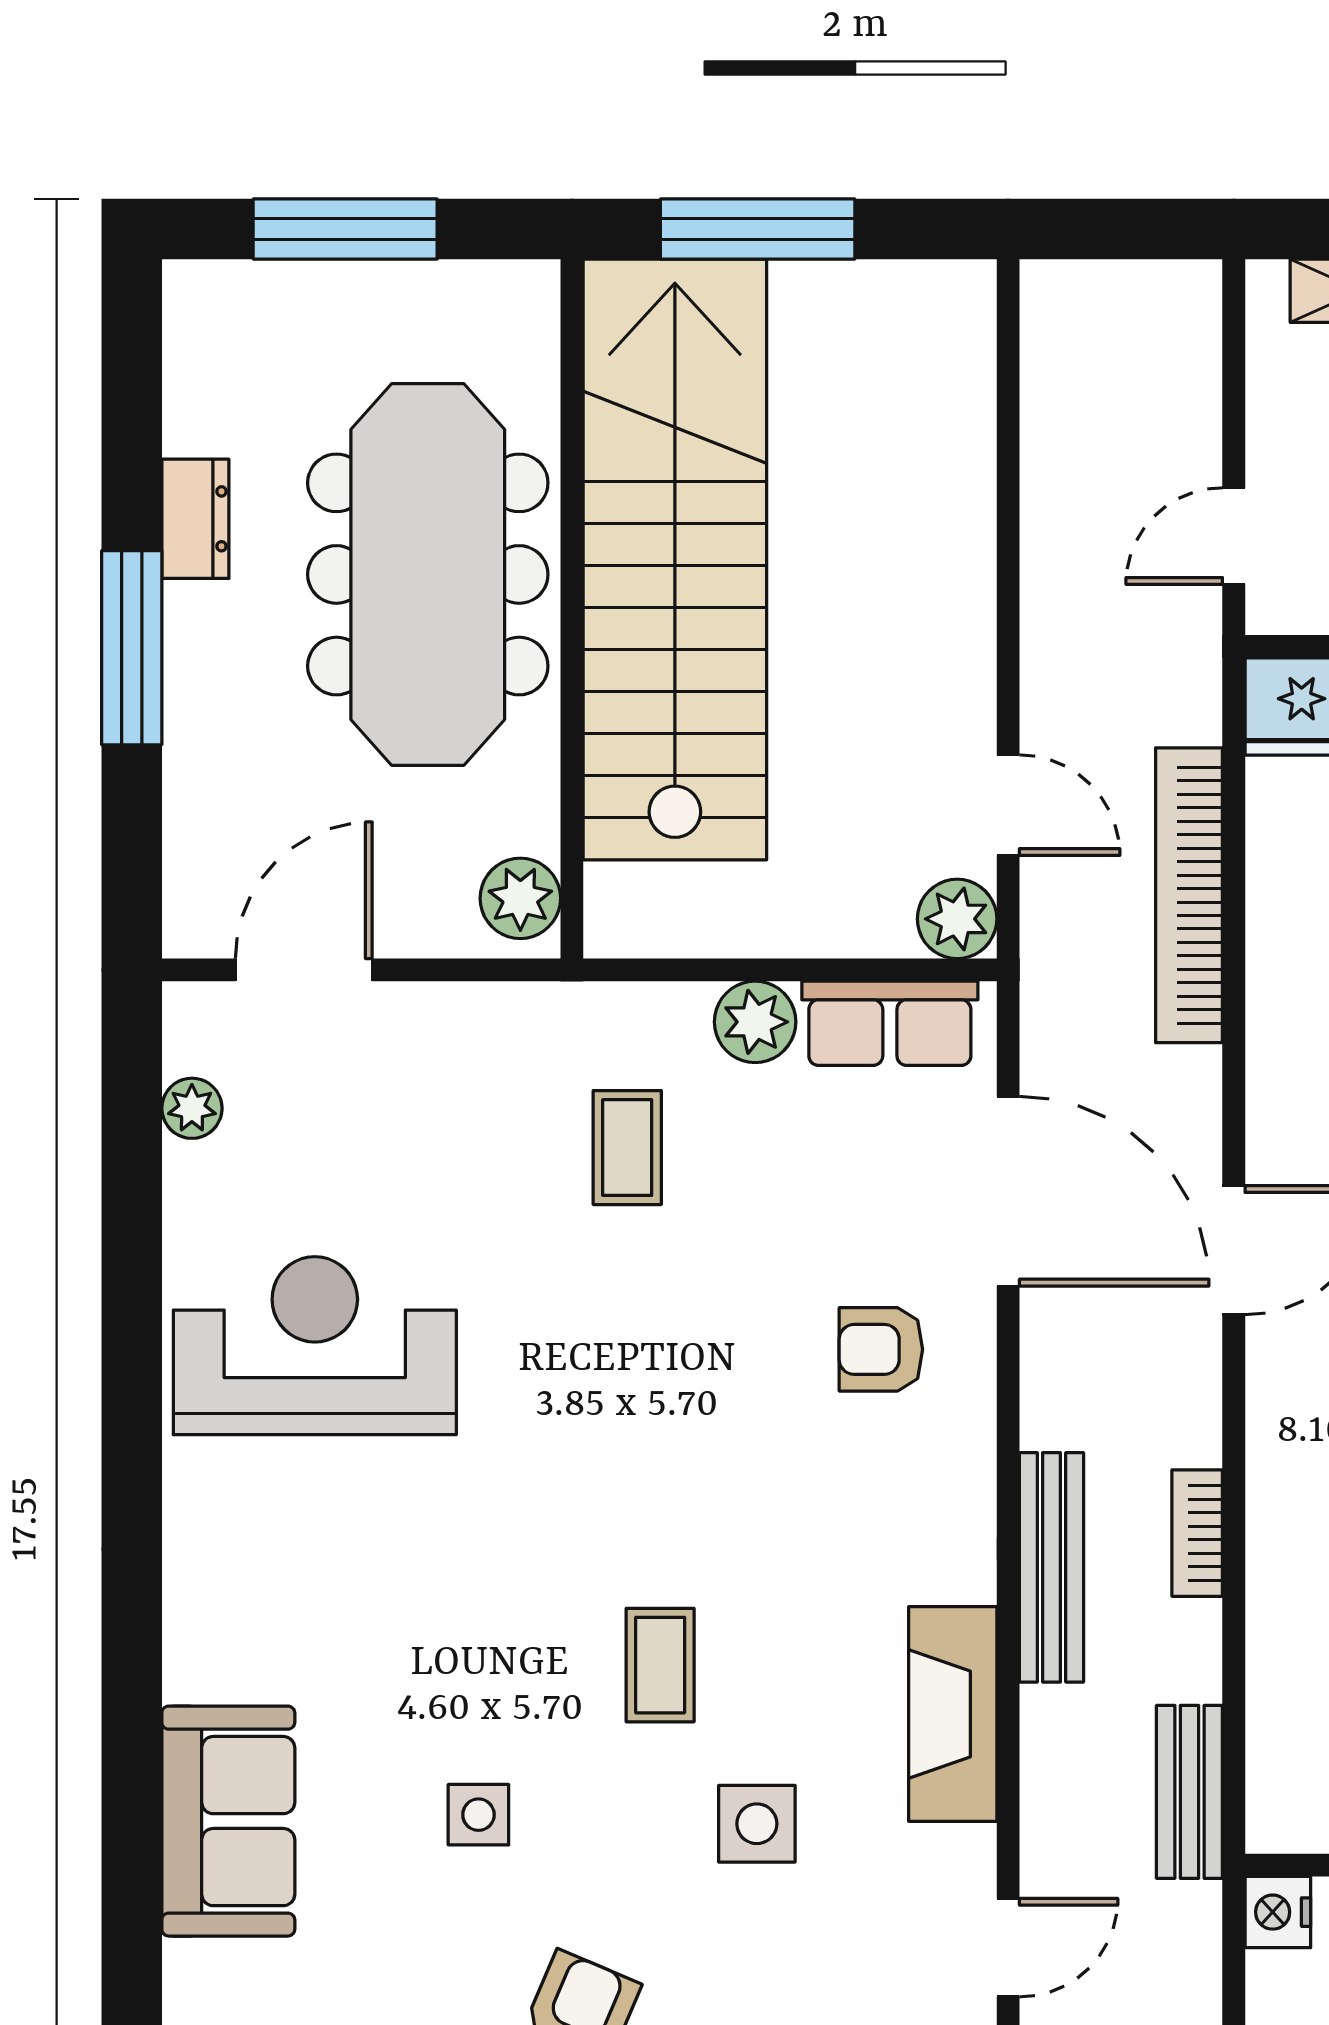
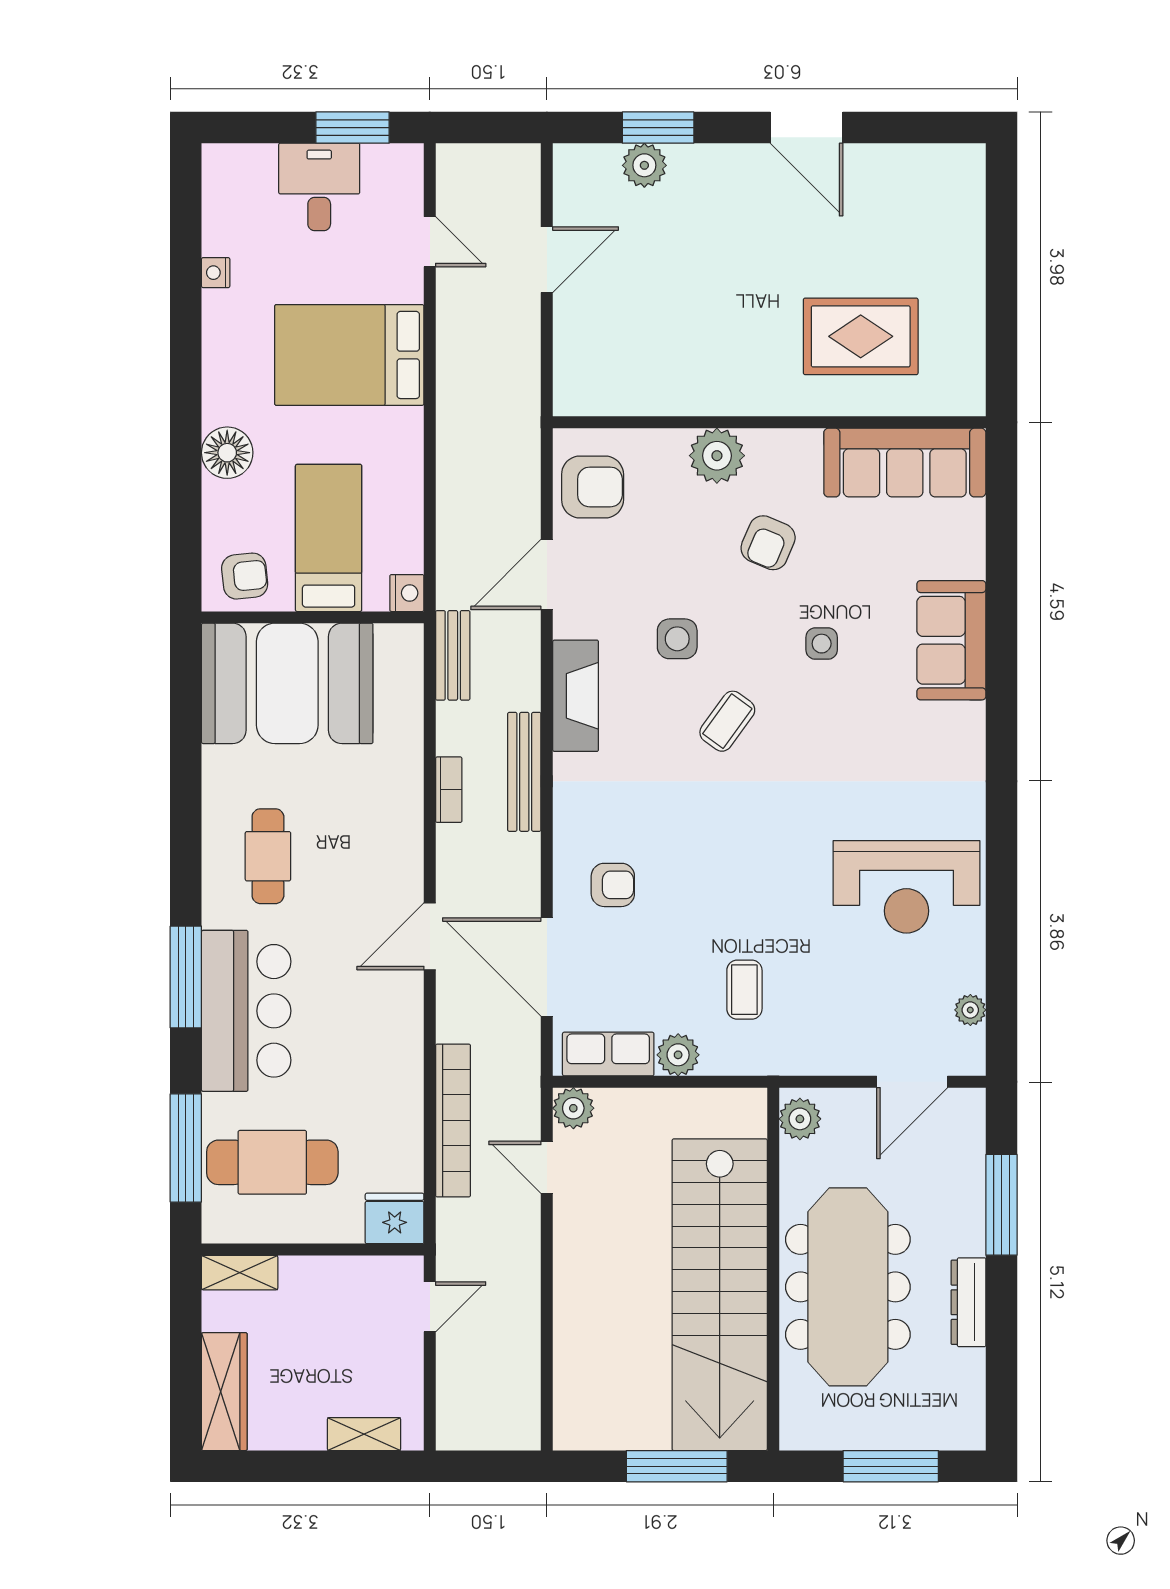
dresser: (195, 519) -> (968, 1302), width x1.44
window: (132, 648) -> (1001, 1205), moved
coffee table: (660, 1665) -> (727, 721), turned 36
door: (1008, 1948) -> (547, 575), width x1.38

